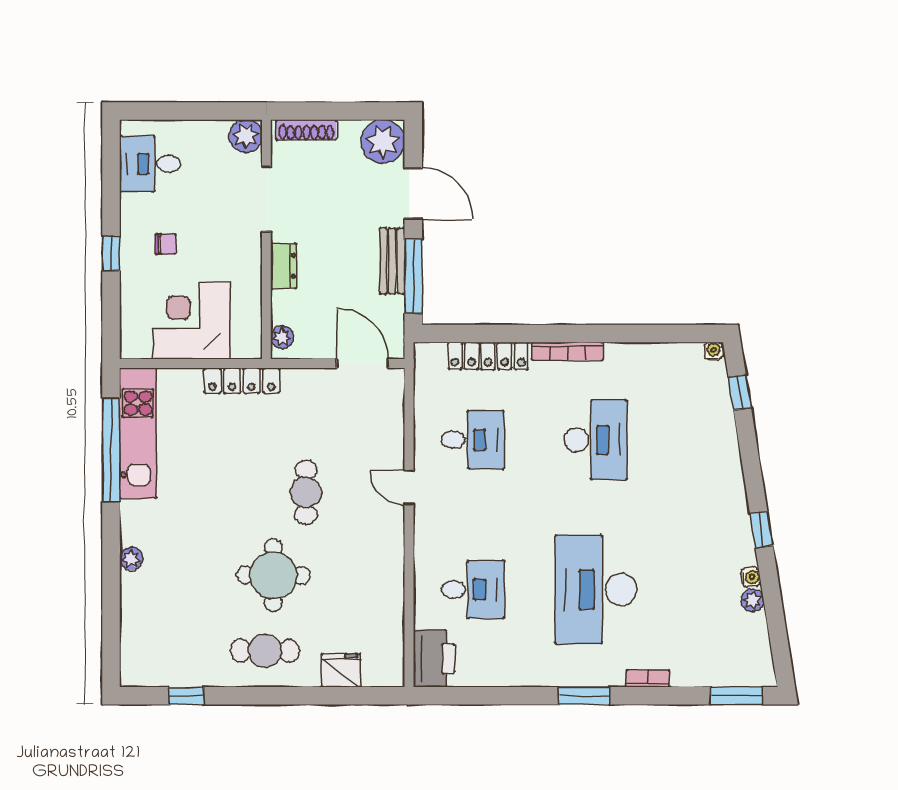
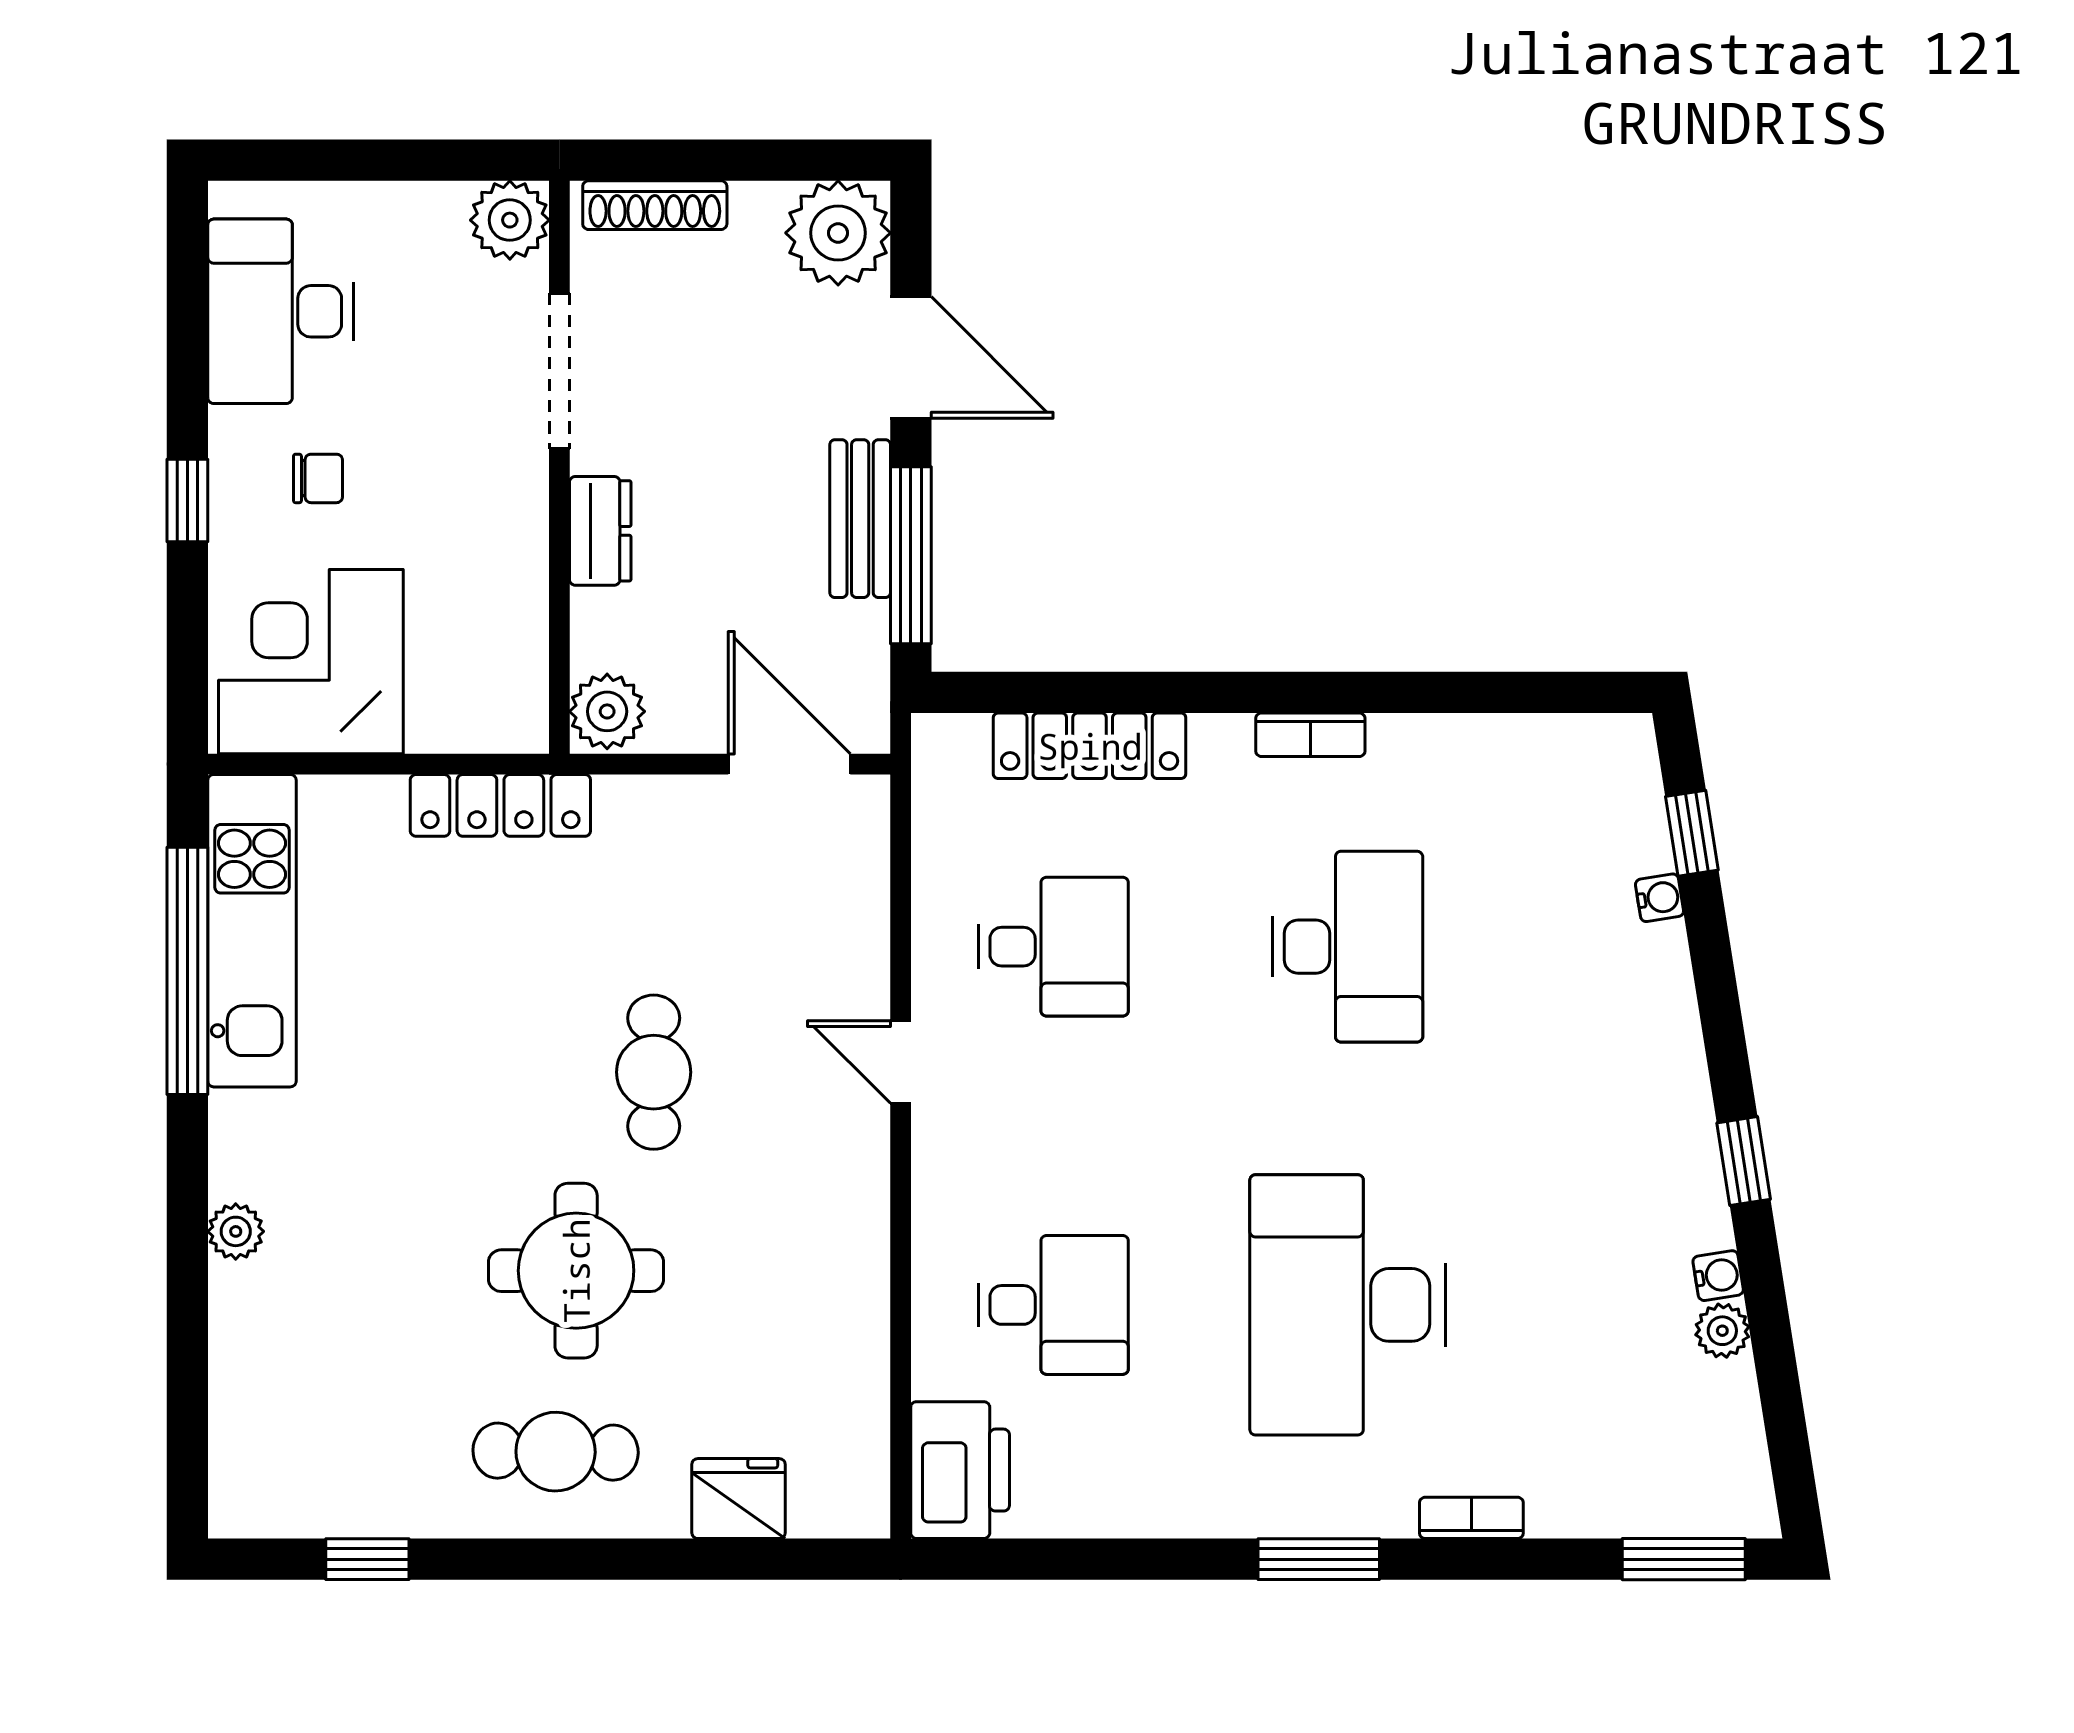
desk: (150, 164) -> (280, 311), width x1.37
corner desk: (192, 321) -> (311, 662), moved
plant: (282, 337) -> (607, 711), width x1.38, depth x1.38
bookcase: (567, 351) -> (1310, 735), width x0.64
water cooler: (714, 351) -> (1660, 898), moved, turned 81

